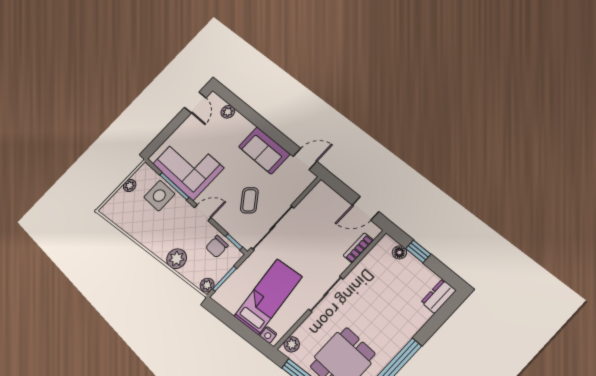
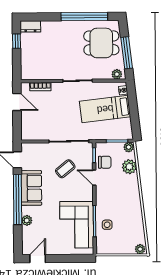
plant: (228, 112) -> (27, 220), moved
window: (266, 127) -> (18, 200), added
plant: (130, 186) -> (140, 249), moved
side table: (159, 196) -> (107, 225), width x0.54, depth x0.54
door: (203, 213) -> (94, 178), moved
window: (418, 251) -> (16, 41), moved
floor lamp: (399, 252) -> (25, 64), removed
plant: (177, 259) -> (129, 167), moved

